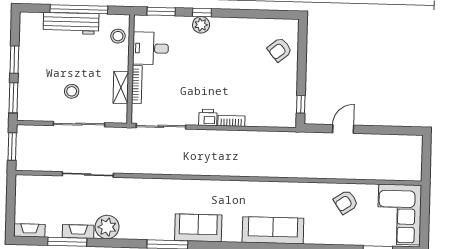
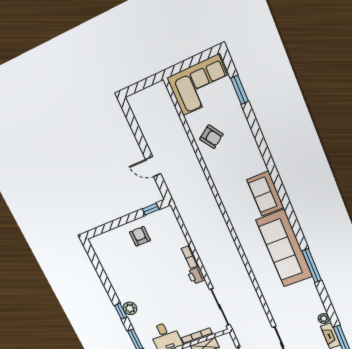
armchair: (280, 50) -> (140, 236), moved, turned -141
plant: (107, 227) -> (324, 319), width x0.53, depth x0.53
sofa: (198, 228) -> (284, 248), width x1.85, depth x1.27
sofa: (273, 230) -> (265, 194), width x0.73

